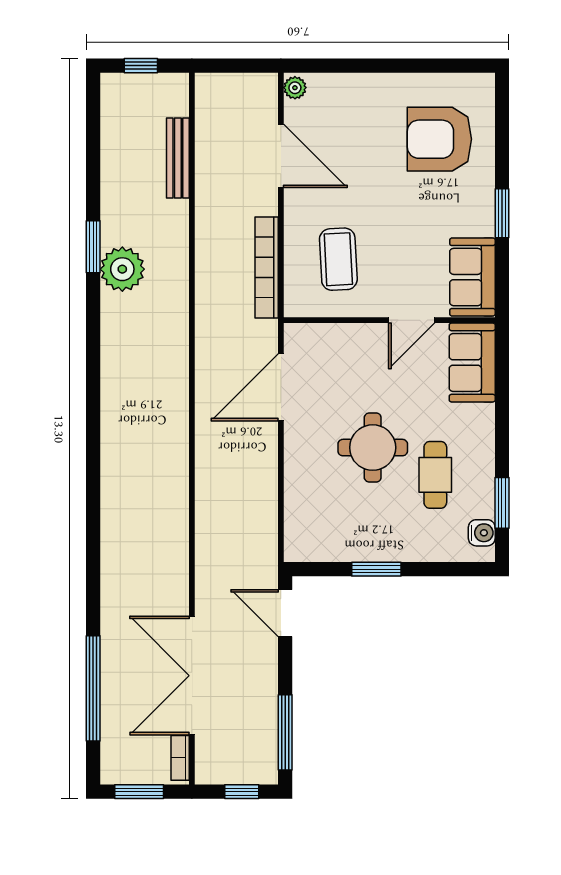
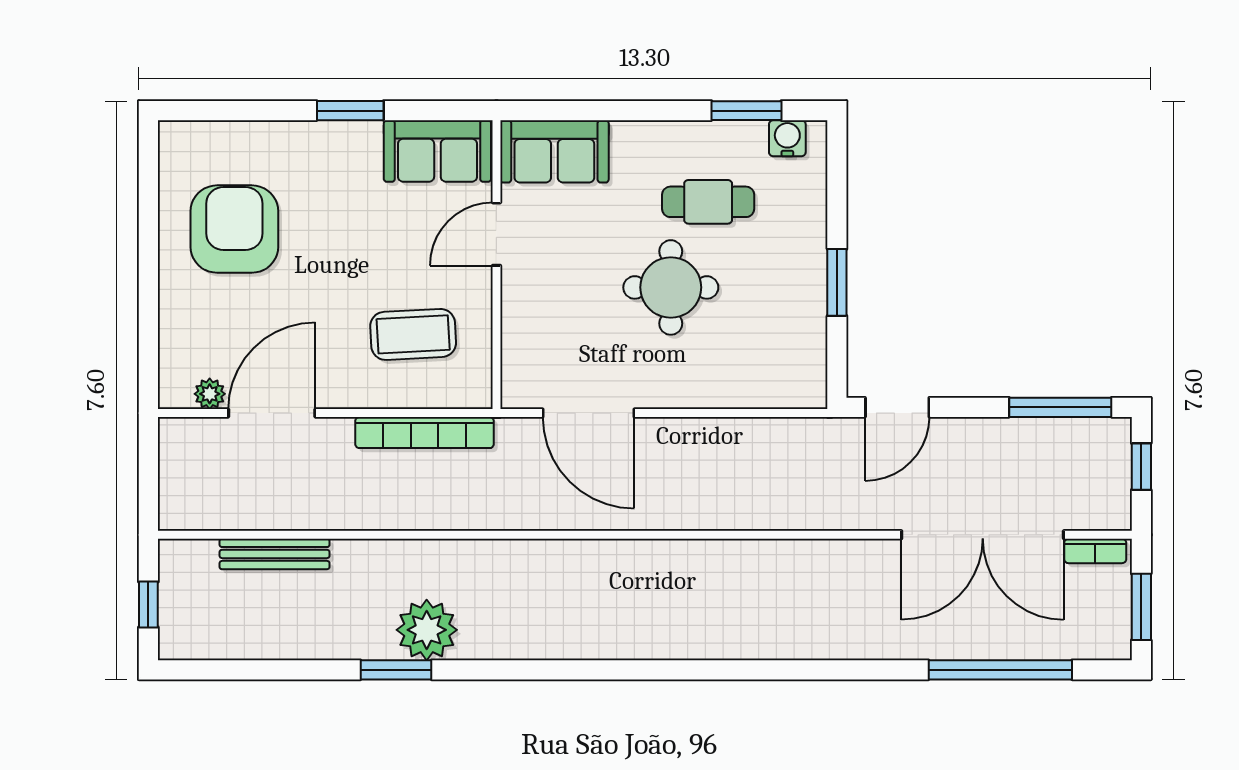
plant: (295, 88) -> (210, 394), moved
armchair: (439, 139) -> (234, 229), moved, turned 180
door: (412, 320) -> (496, 234), swing flipped

